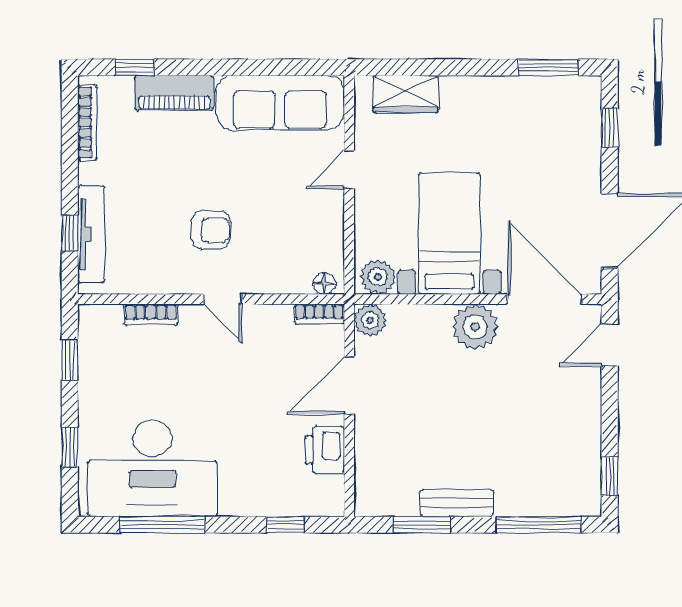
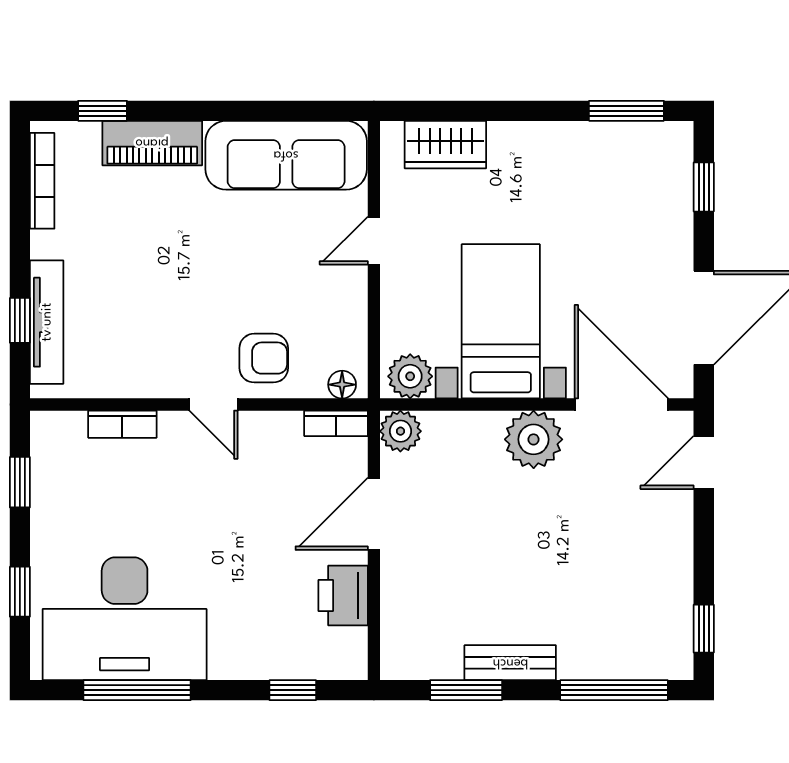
armchair: (211, 230) -> (264, 358), moved

